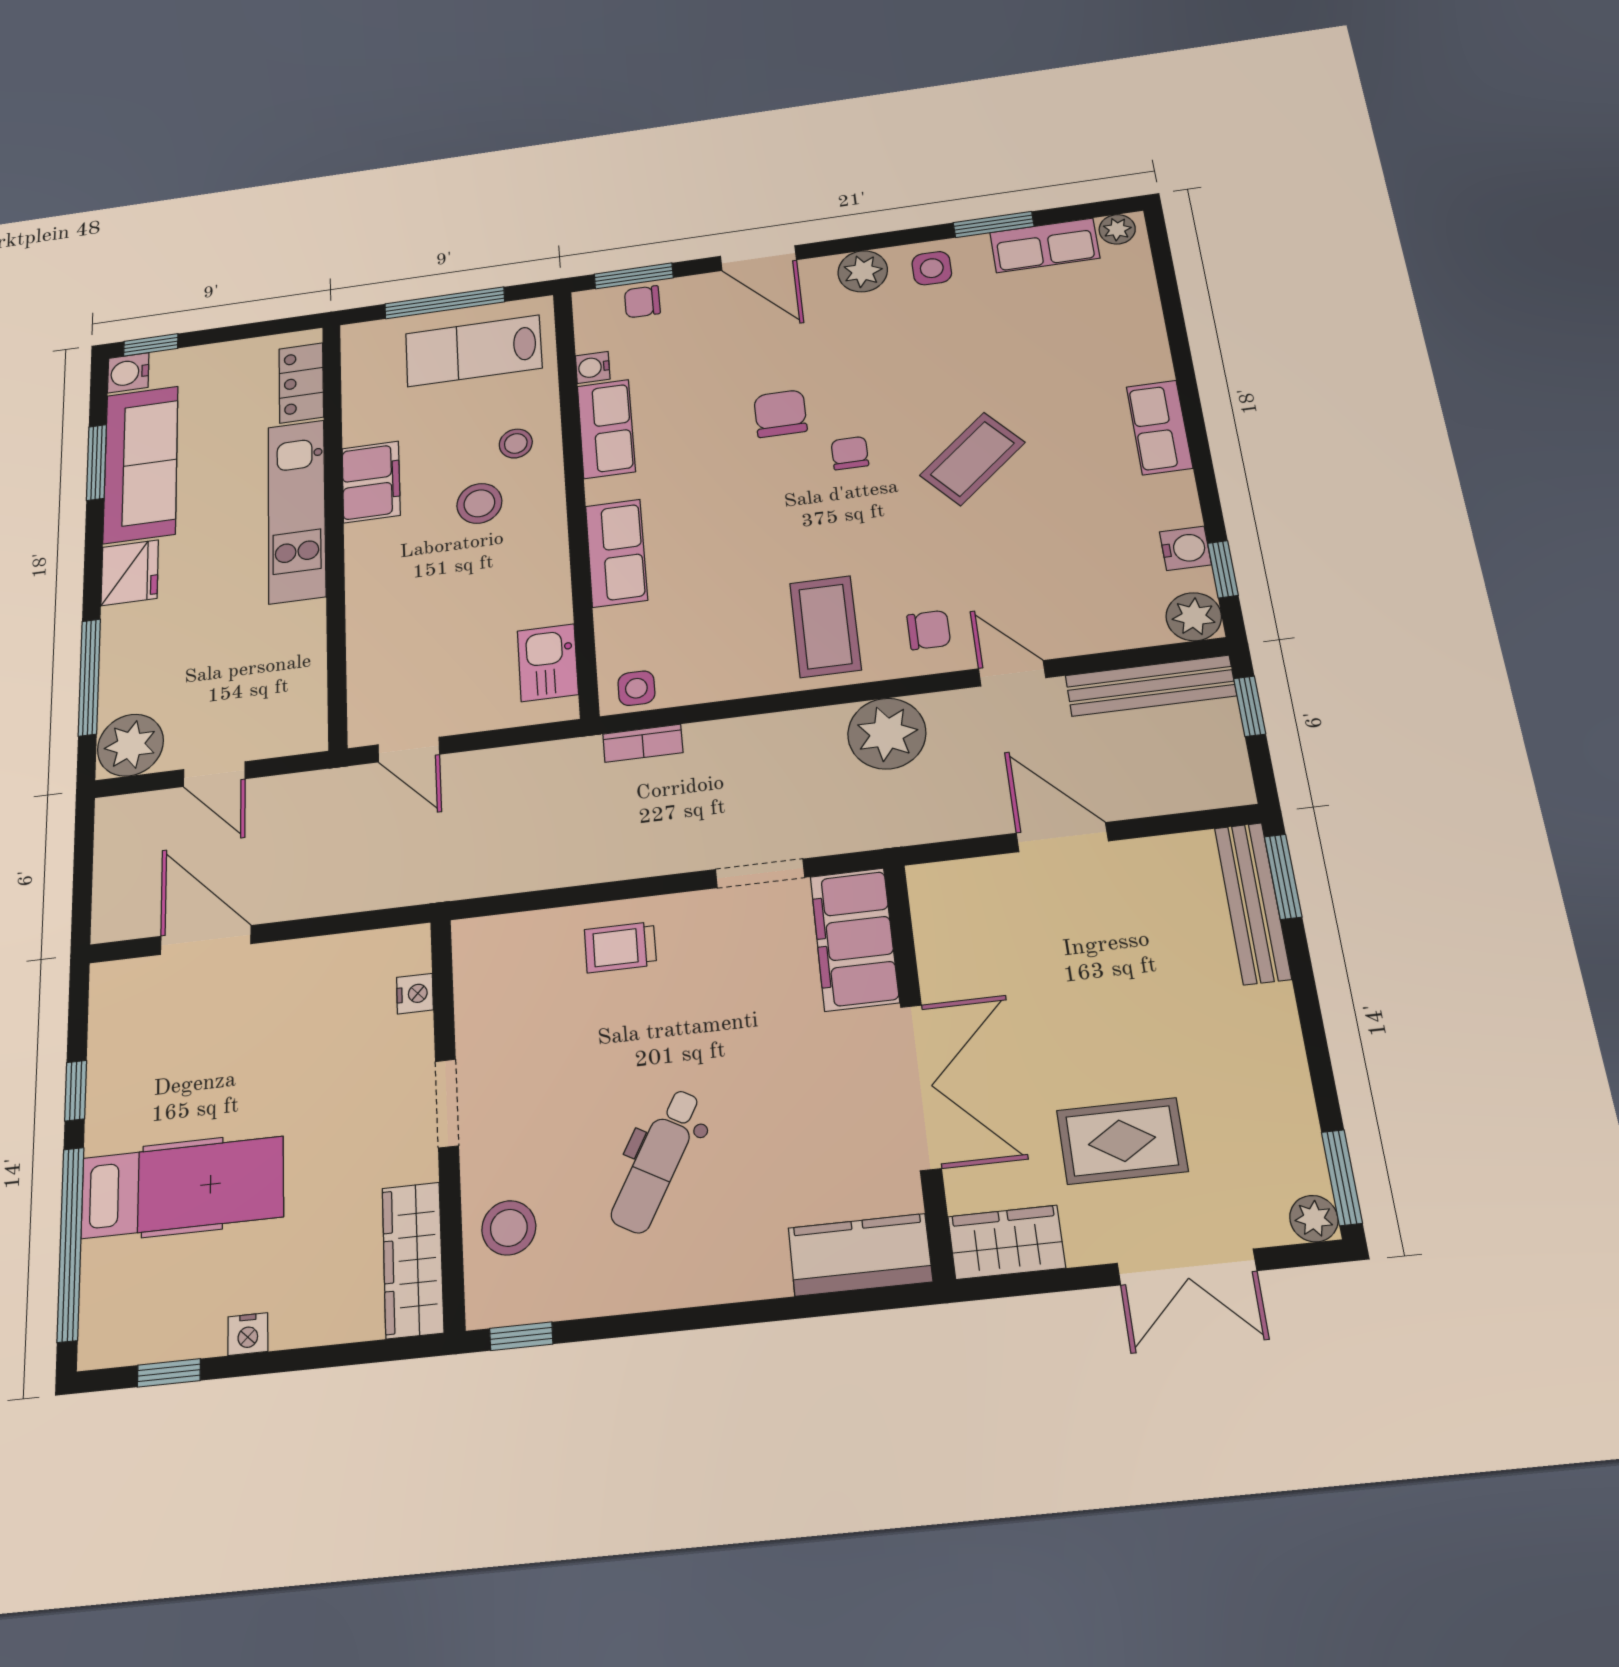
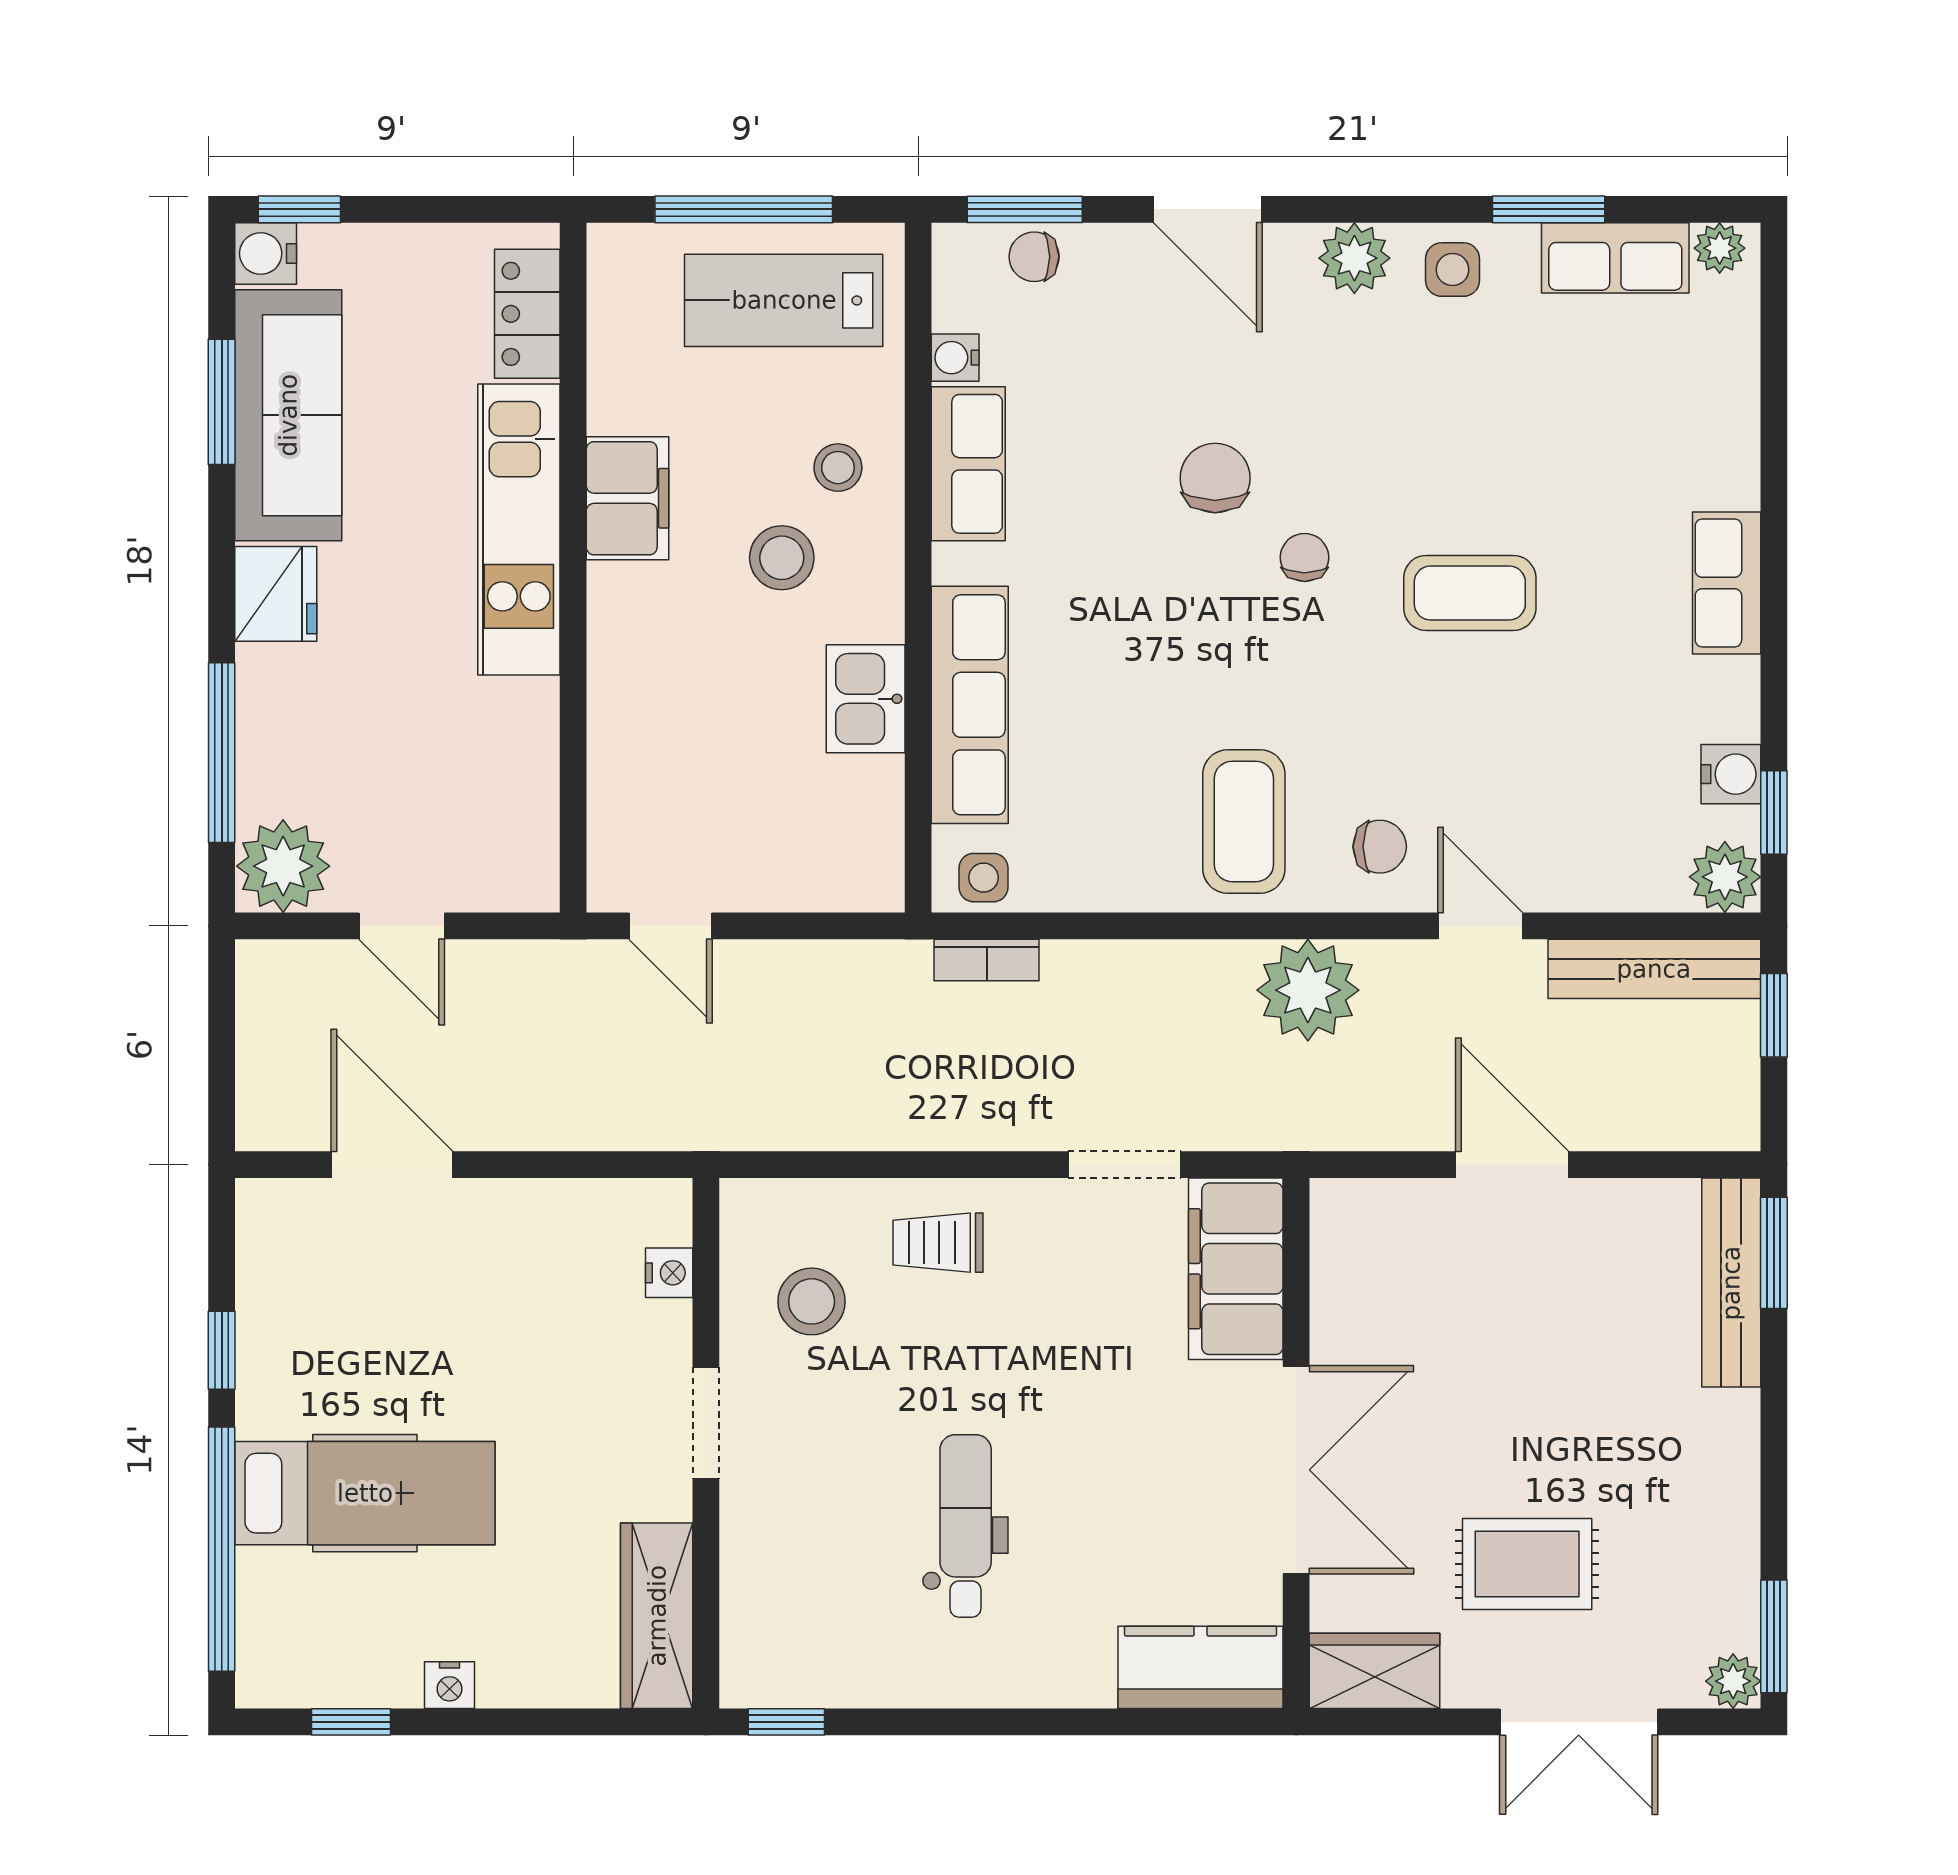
coffee table: (972, 459) -> (1470, 593), turned 41
row of seats: (616, 553) -> (970, 705), width x1.48
kitchen sink: (548, 663) -> (866, 699), moved
dental chair: (657, 1161) -> (966, 1526), turned 151
stool: (509, 1228) -> (812, 1301), moved

